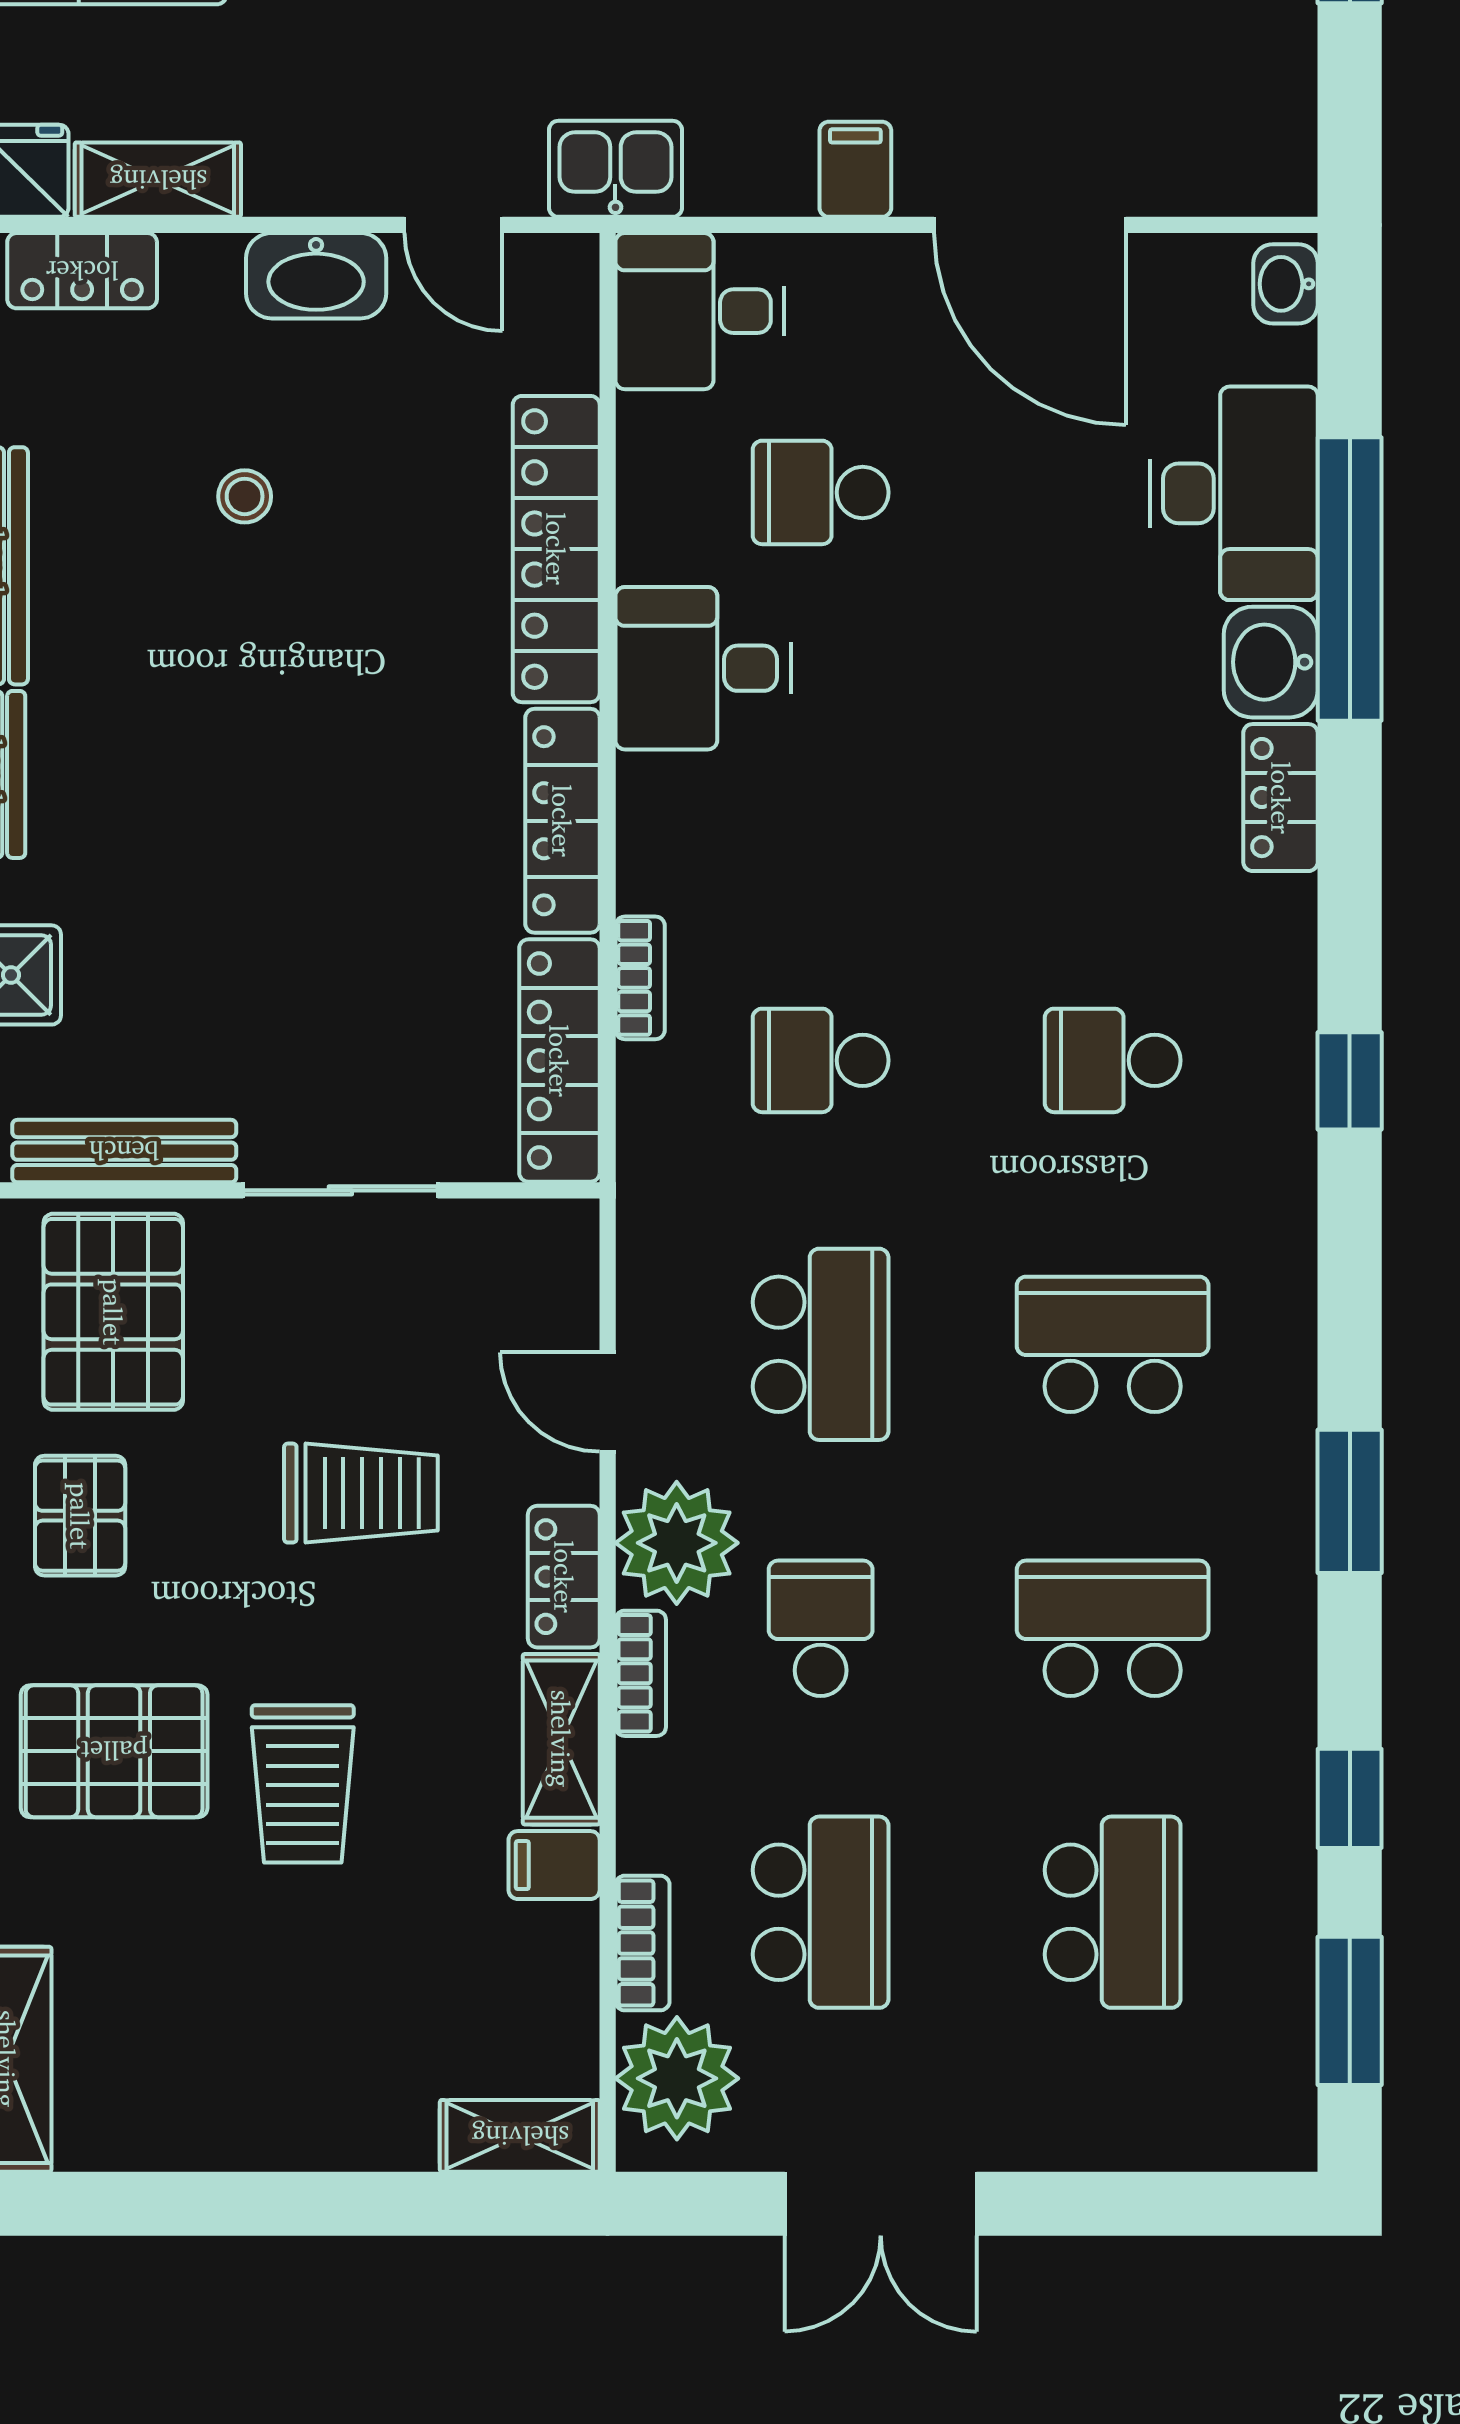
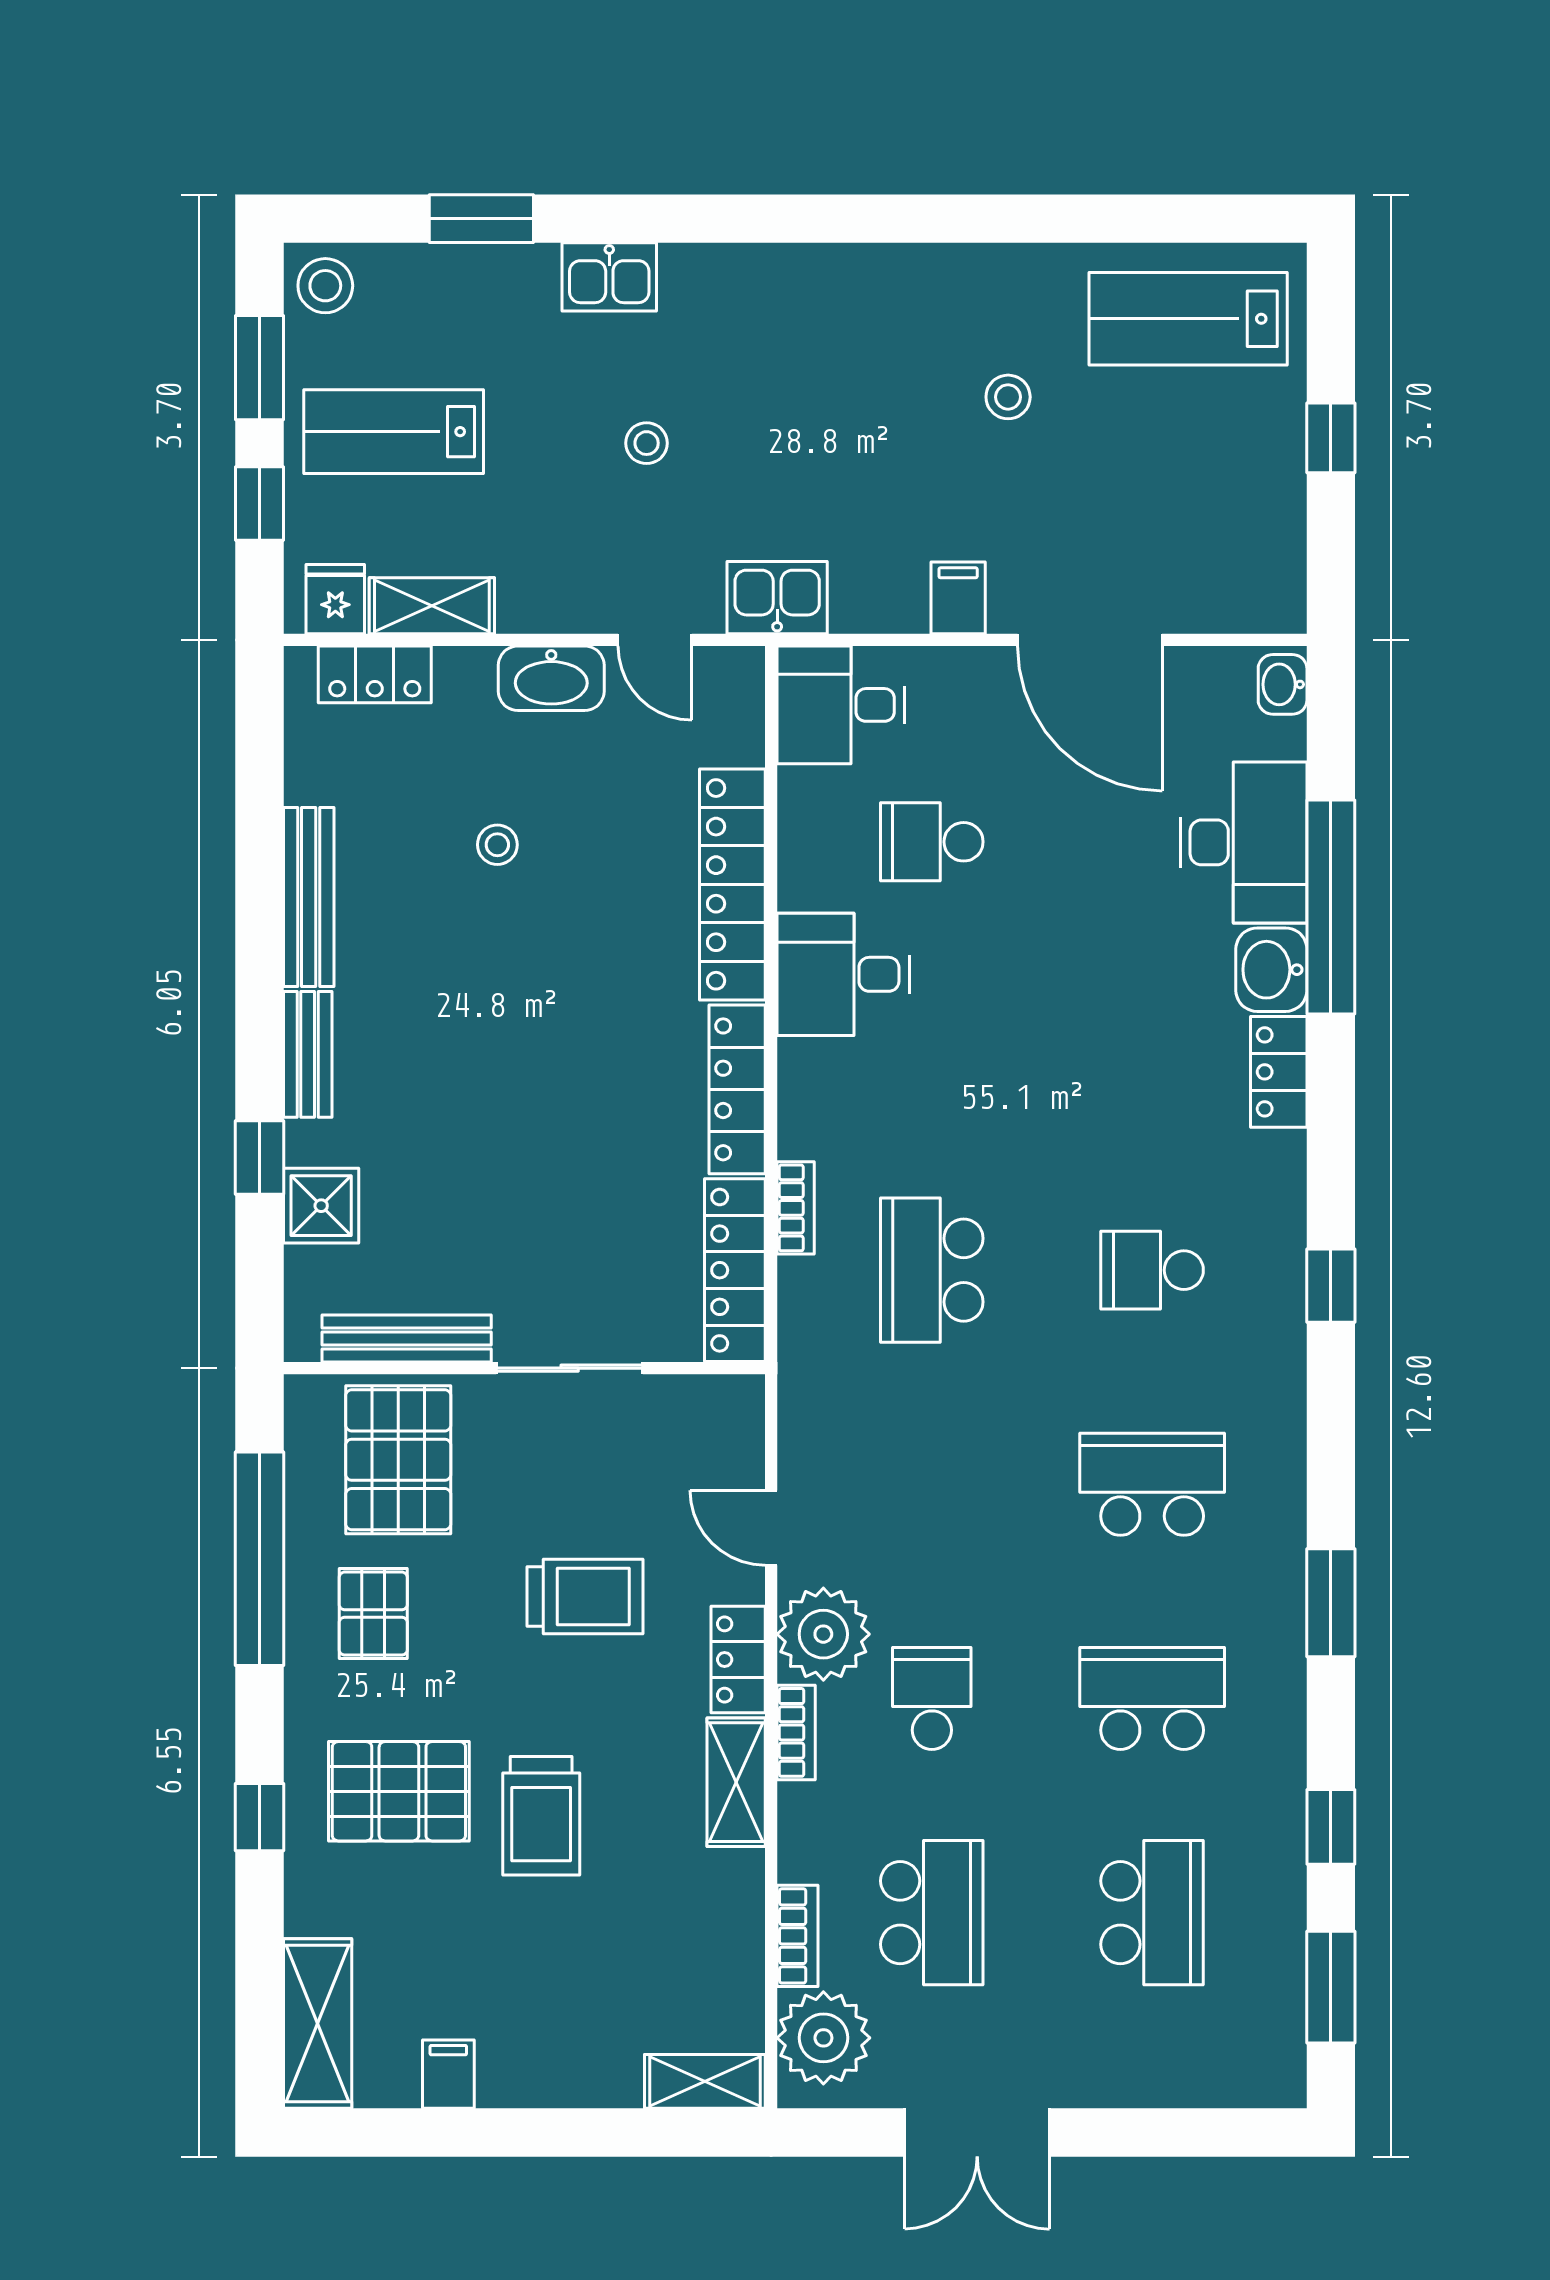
school desk: (821, 1060) -> (932, 1270), width x1.85
school desk: (821, 1344) -> (932, 1484), removed
filing cabinet: (554, 1865) -> (448, 2074), moved, turned 90

